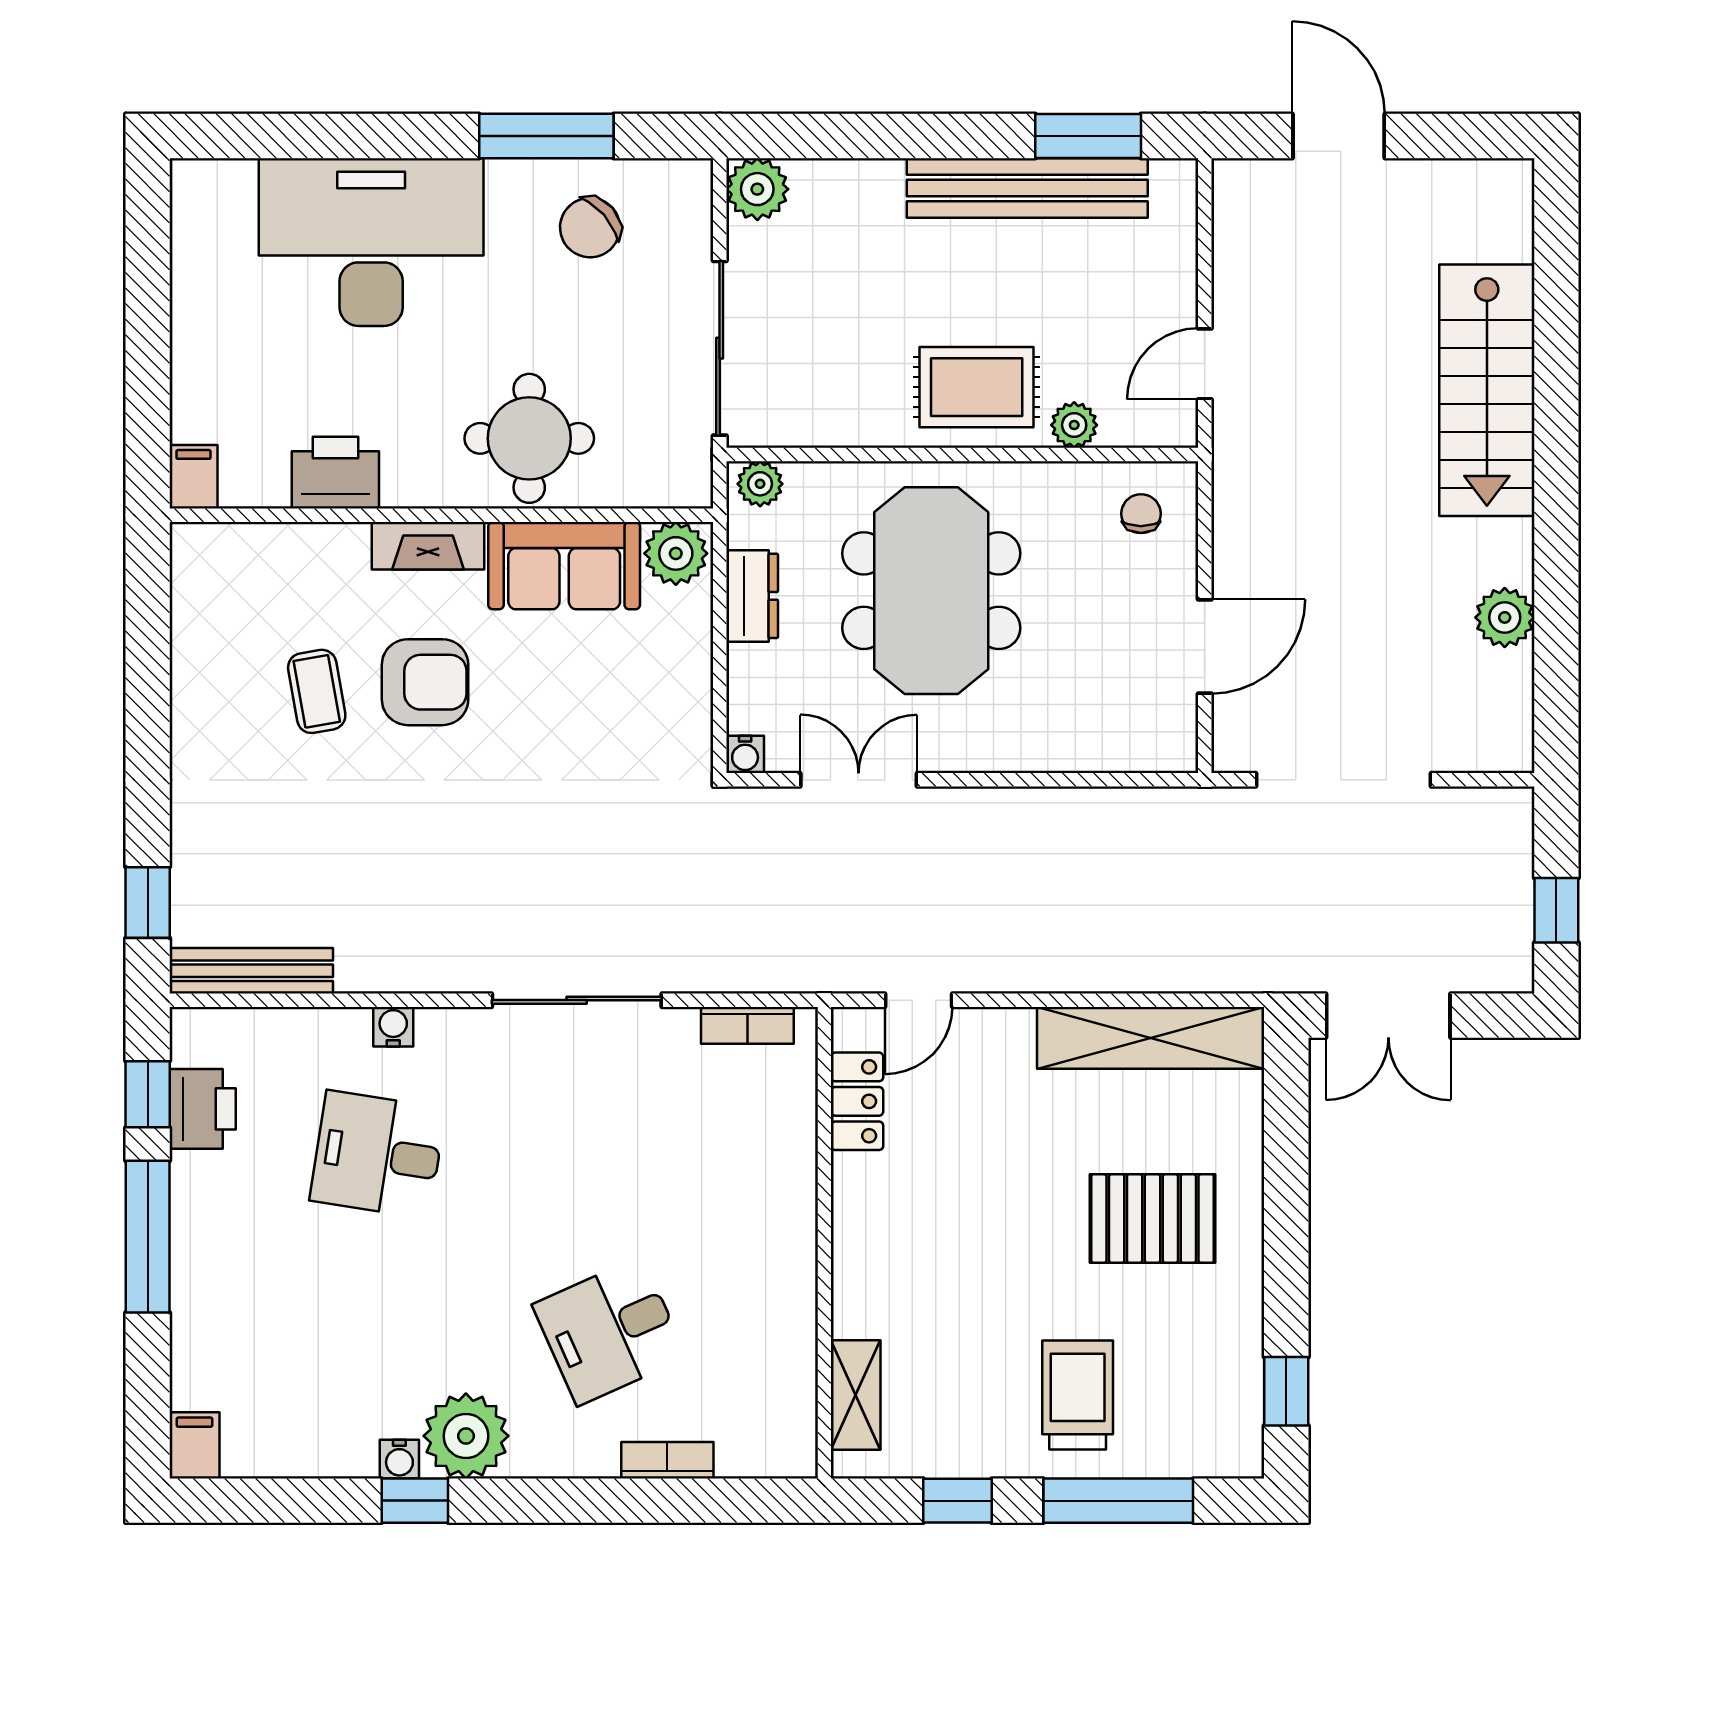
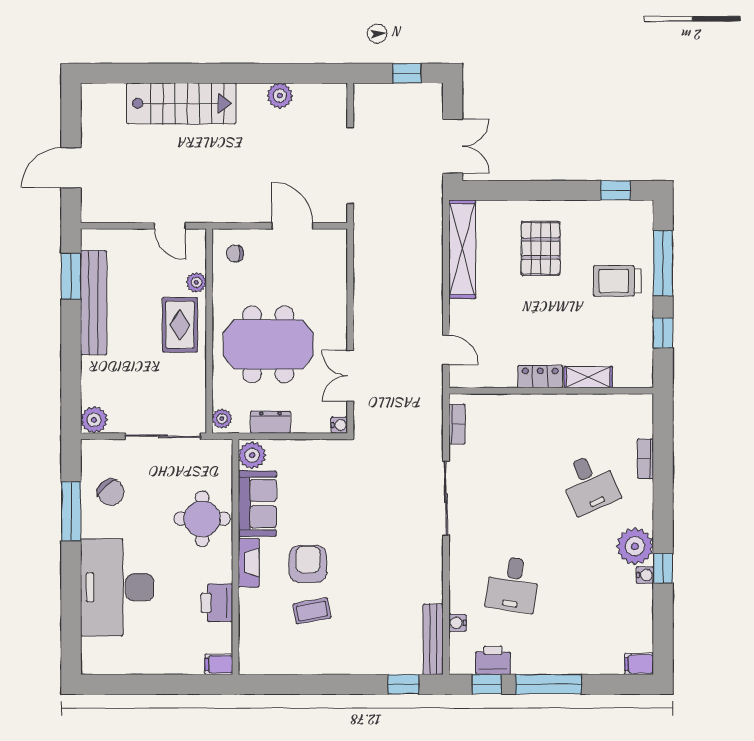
water cooler: (393, 1027) -> (457, 623), moved
locker: (857, 1101) -> (540, 377), moved
shelving: (856, 1395) -> (588, 377), moved

